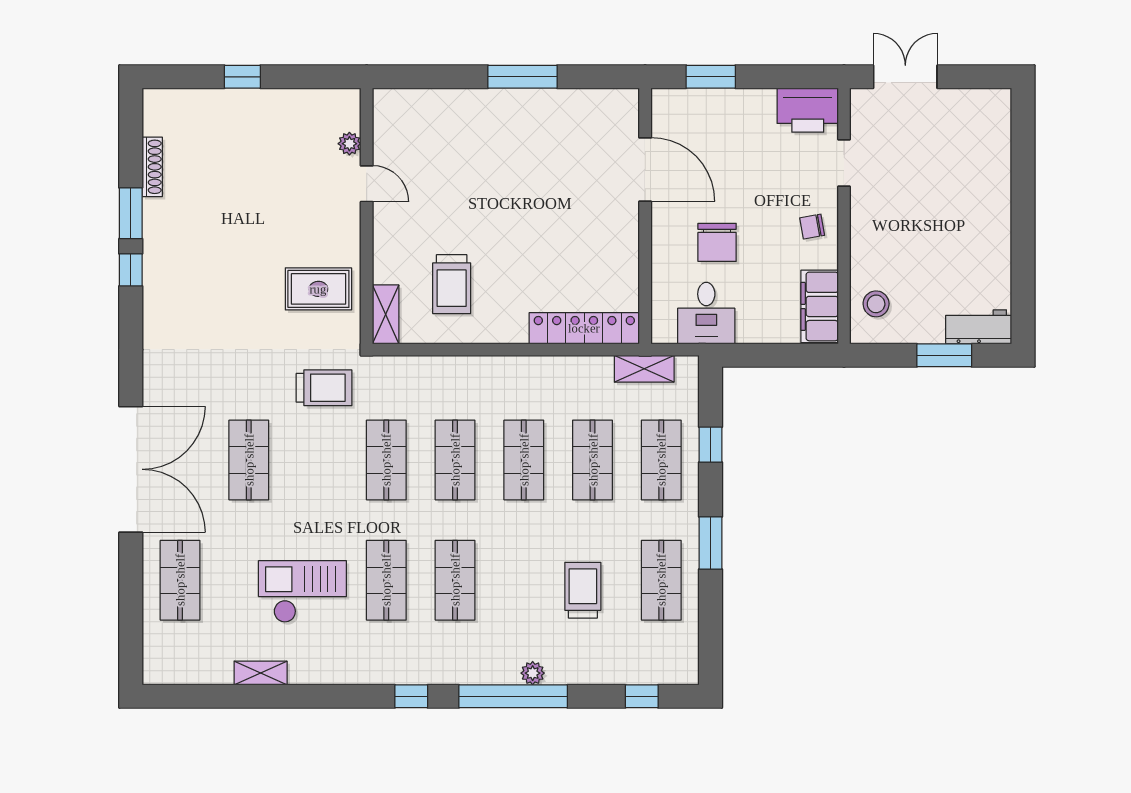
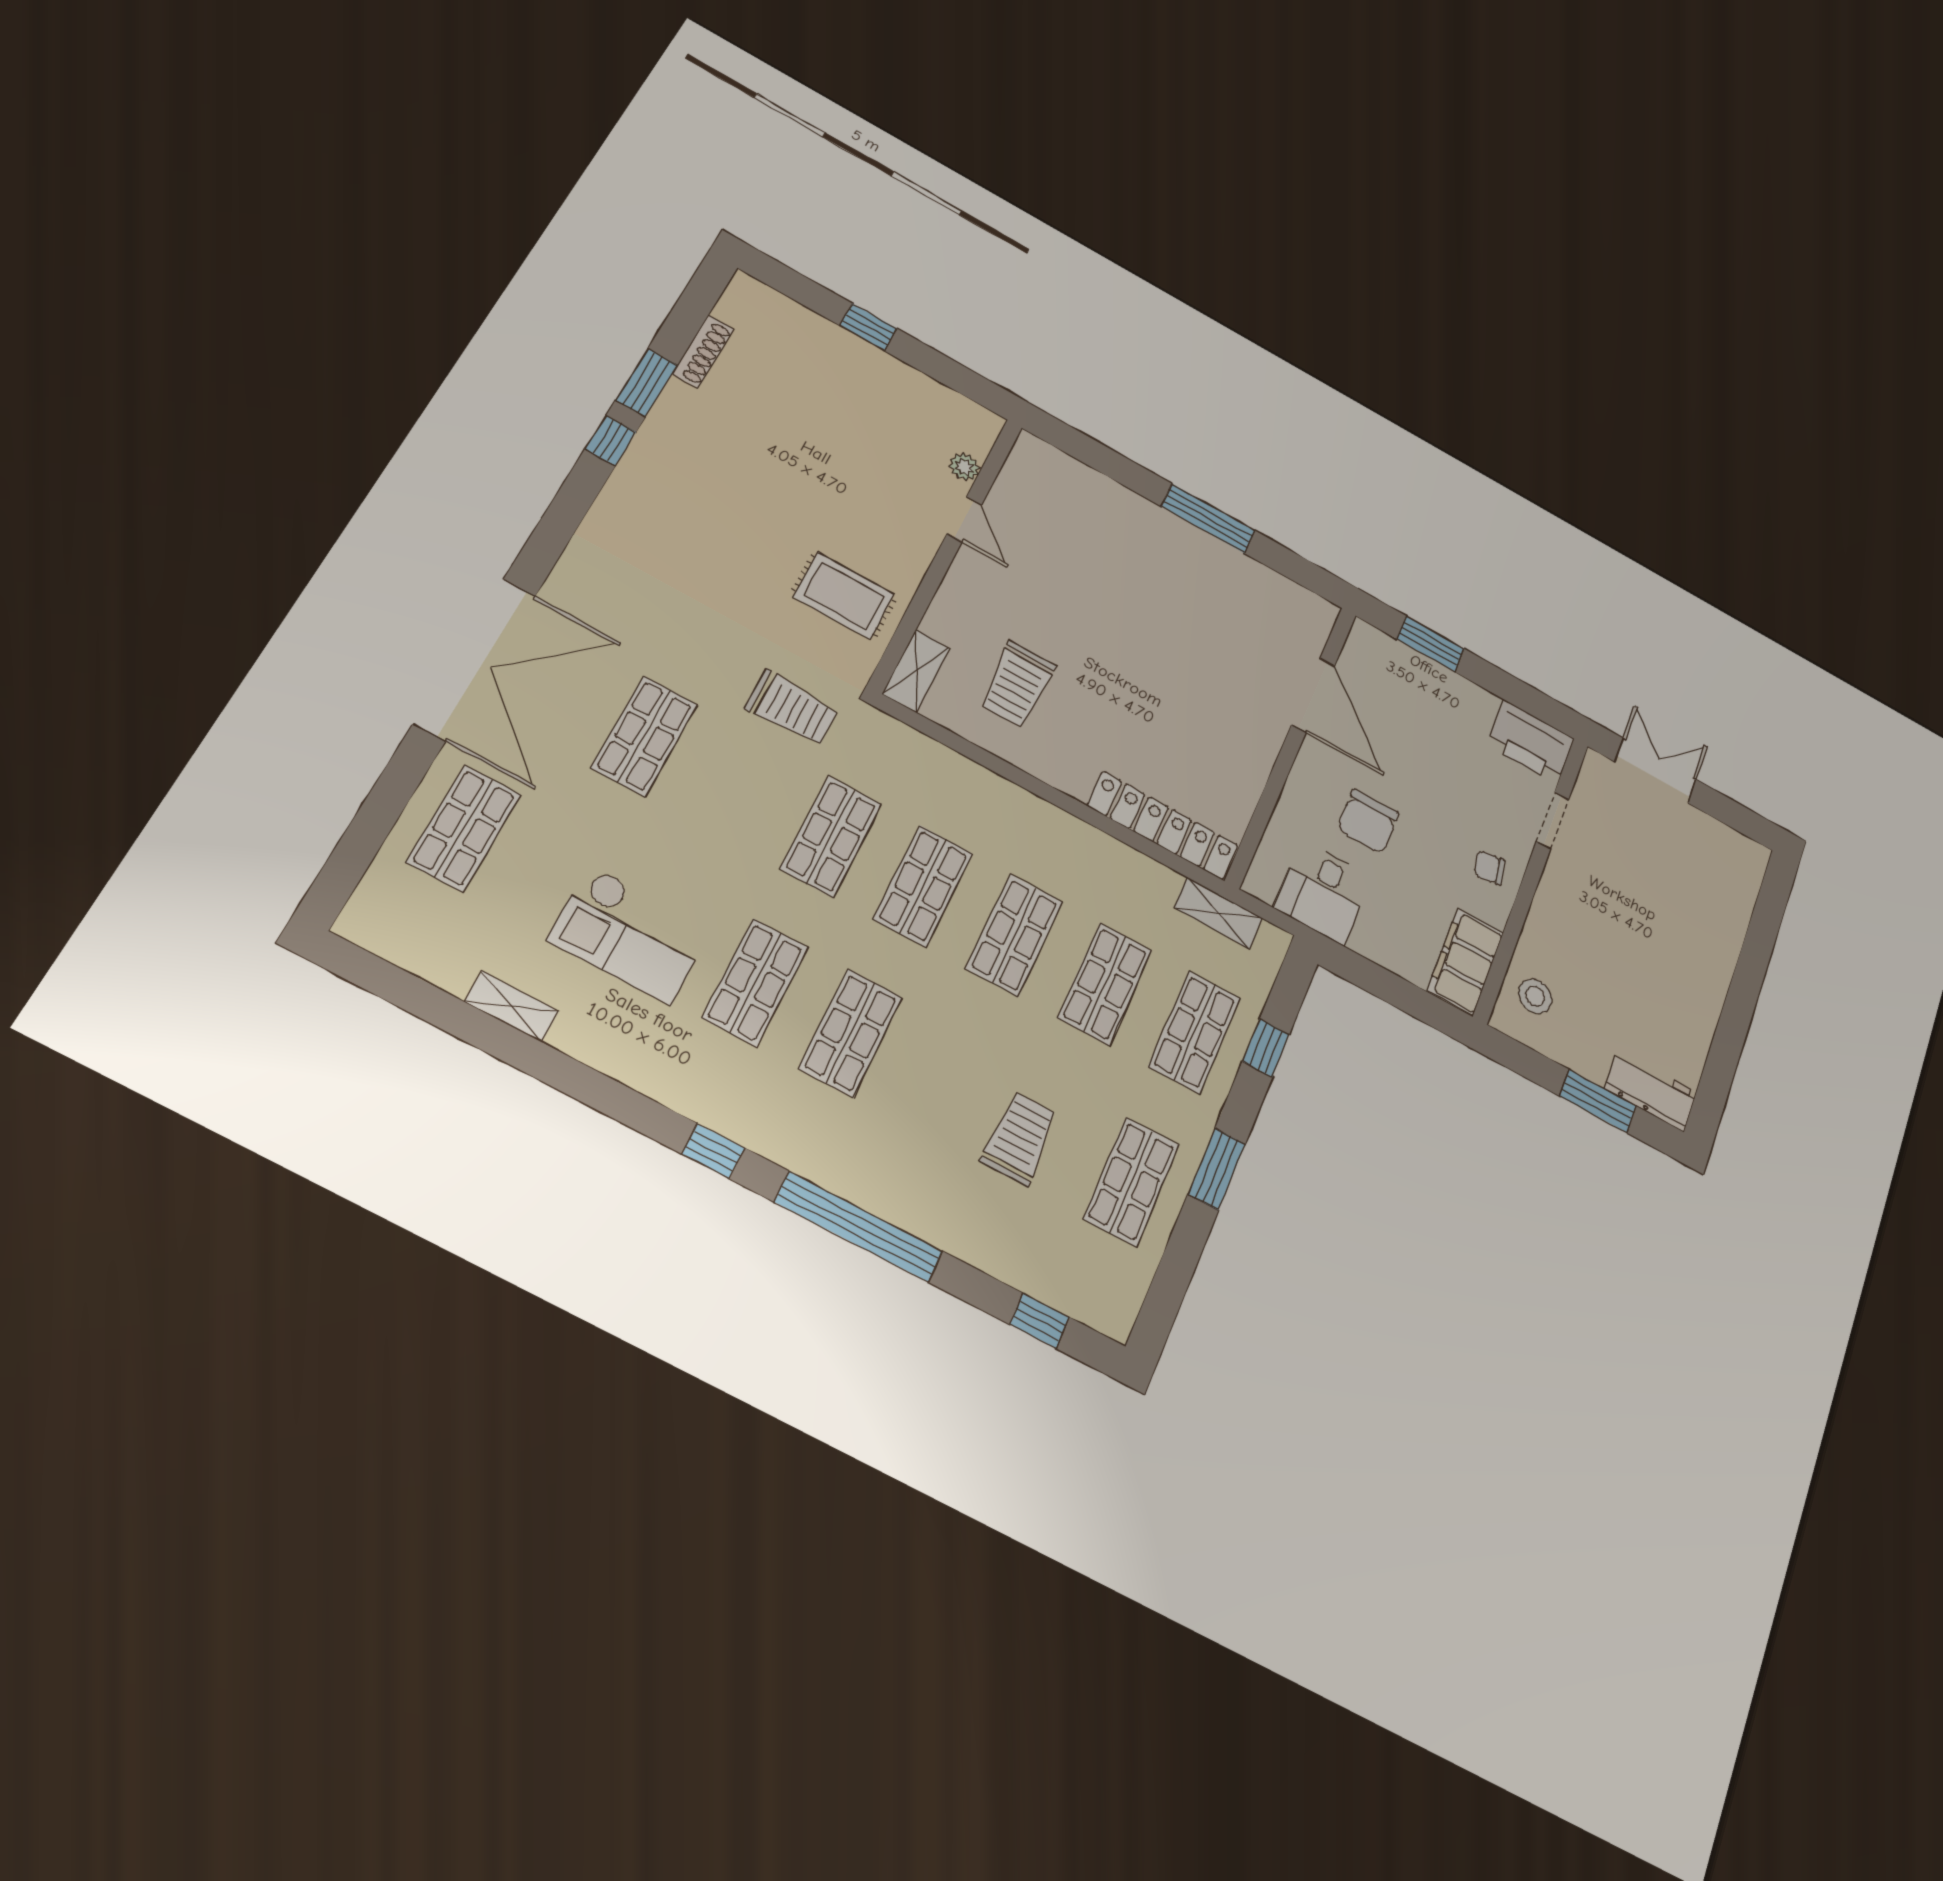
checkout: (302, 592) -> (630, 934), turned 180
plant: (533, 673) -> (901, 1210), removed

